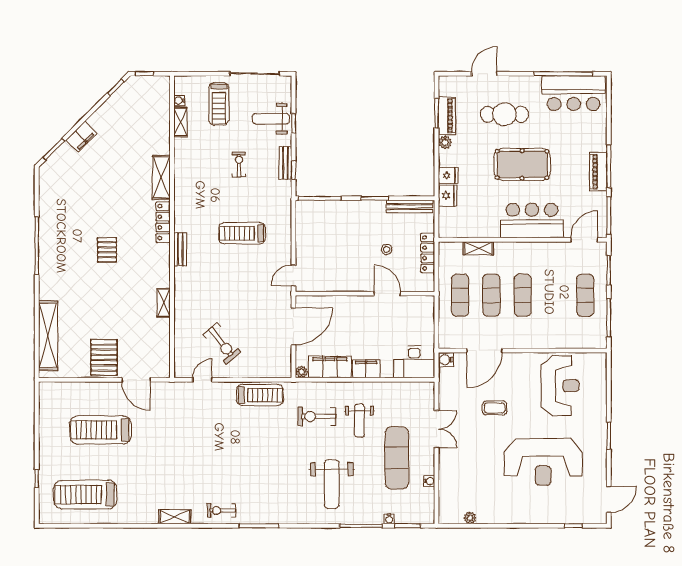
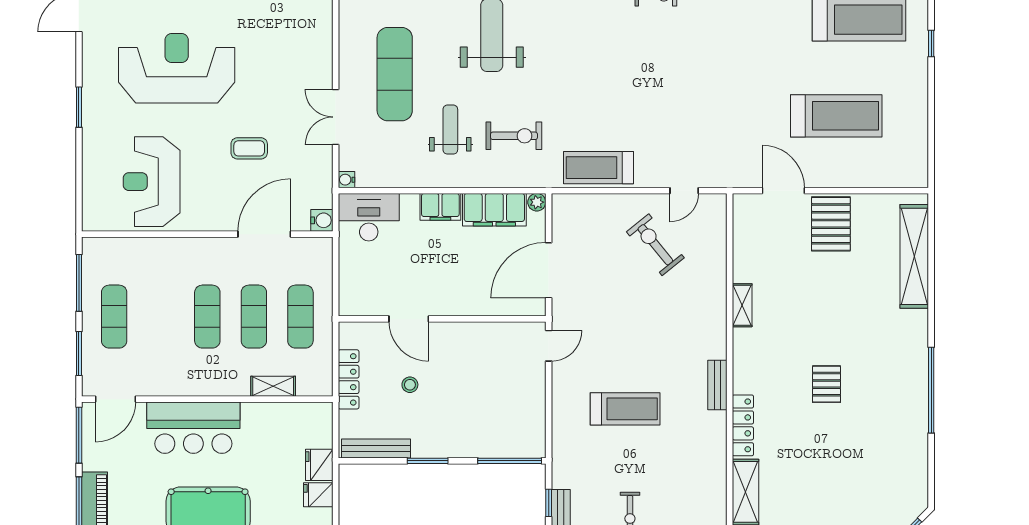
water cooler: (429, 481) -> (346, 180), moved

